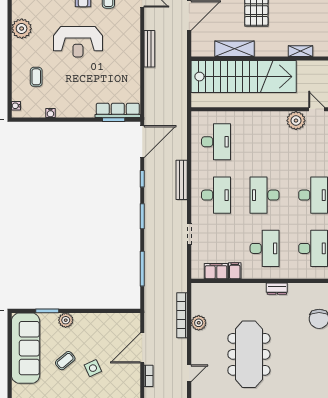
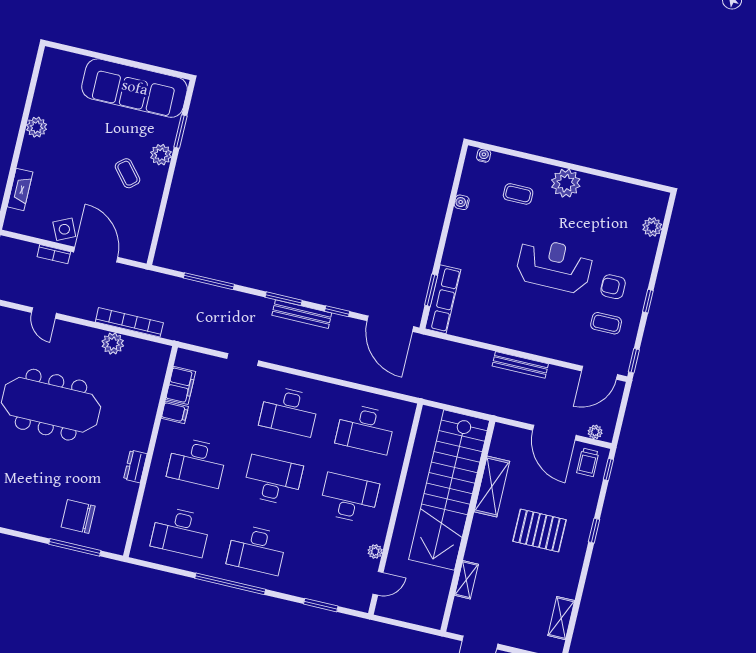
plant: (22, 29) -> (566, 183), moved
reception desk: (78, 42) -> (554, 265), turned 90
plant: (296, 121) -> (375, 551), width x0.53, depth x0.53
desk: (265, 142) -> (349, 498), added
bench: (182, 180) -> (302, 314), moved
coffee table: (65, 361) -> (127, 173), moved
side table: (93, 368) -> (64, 229), moved

